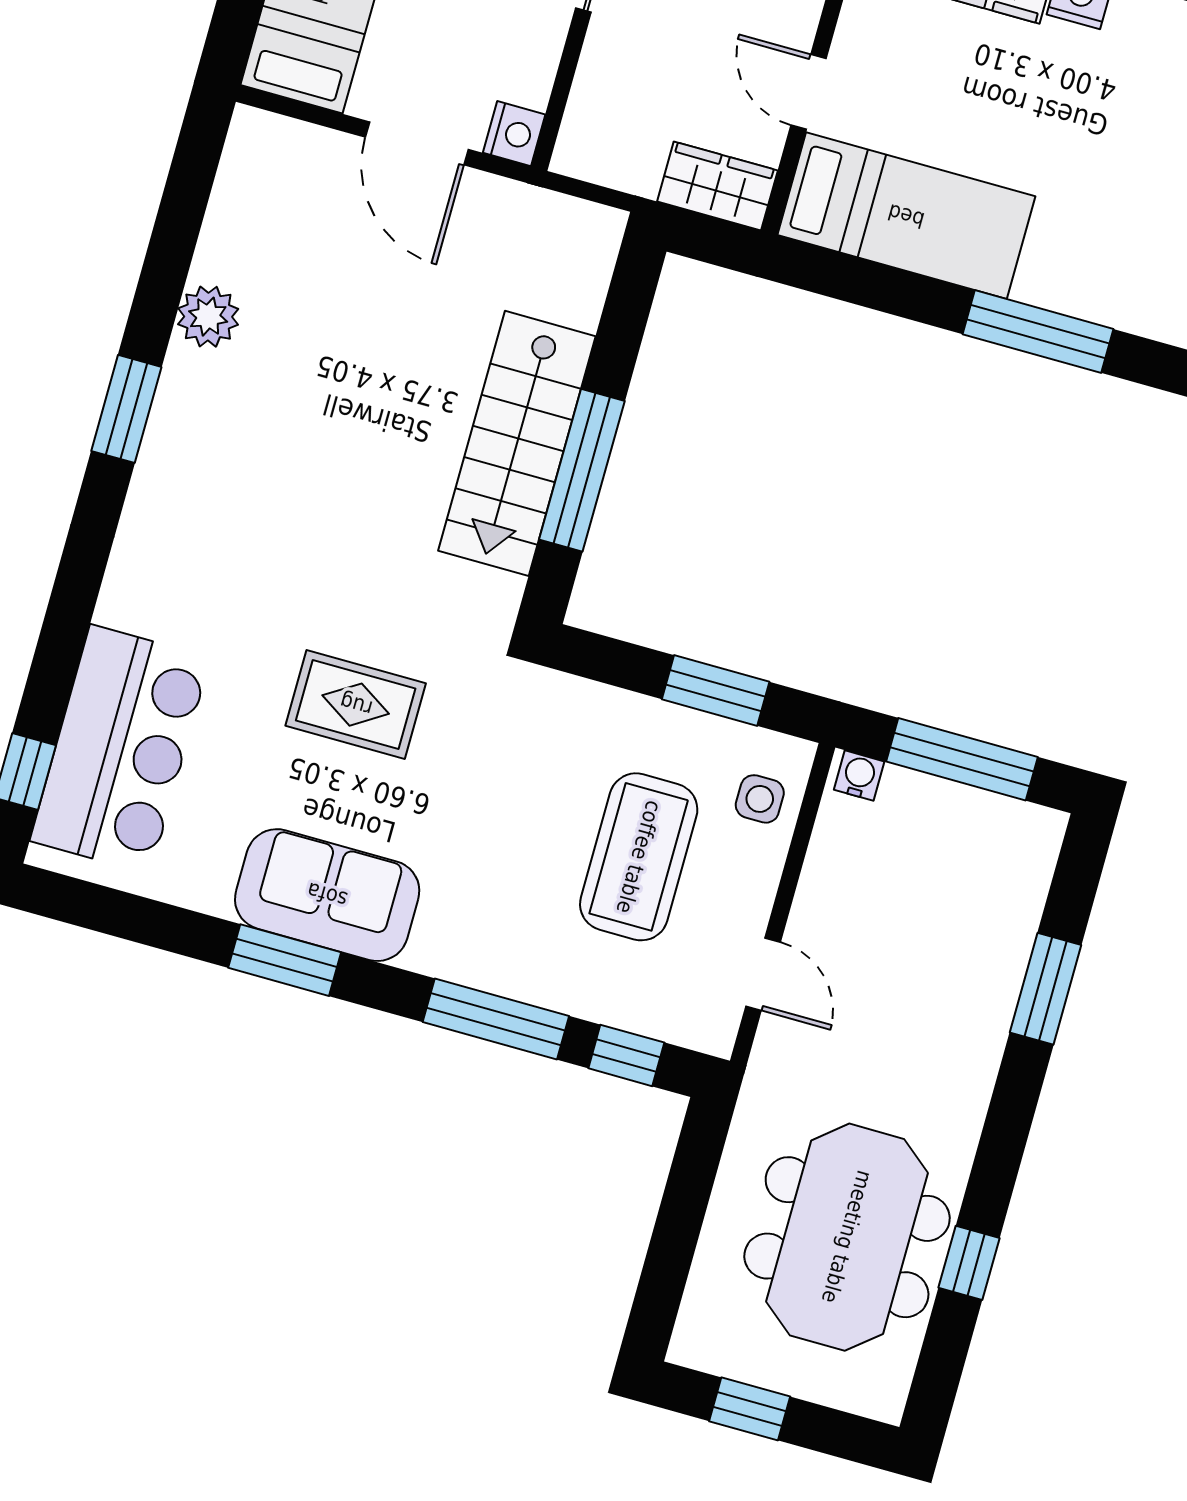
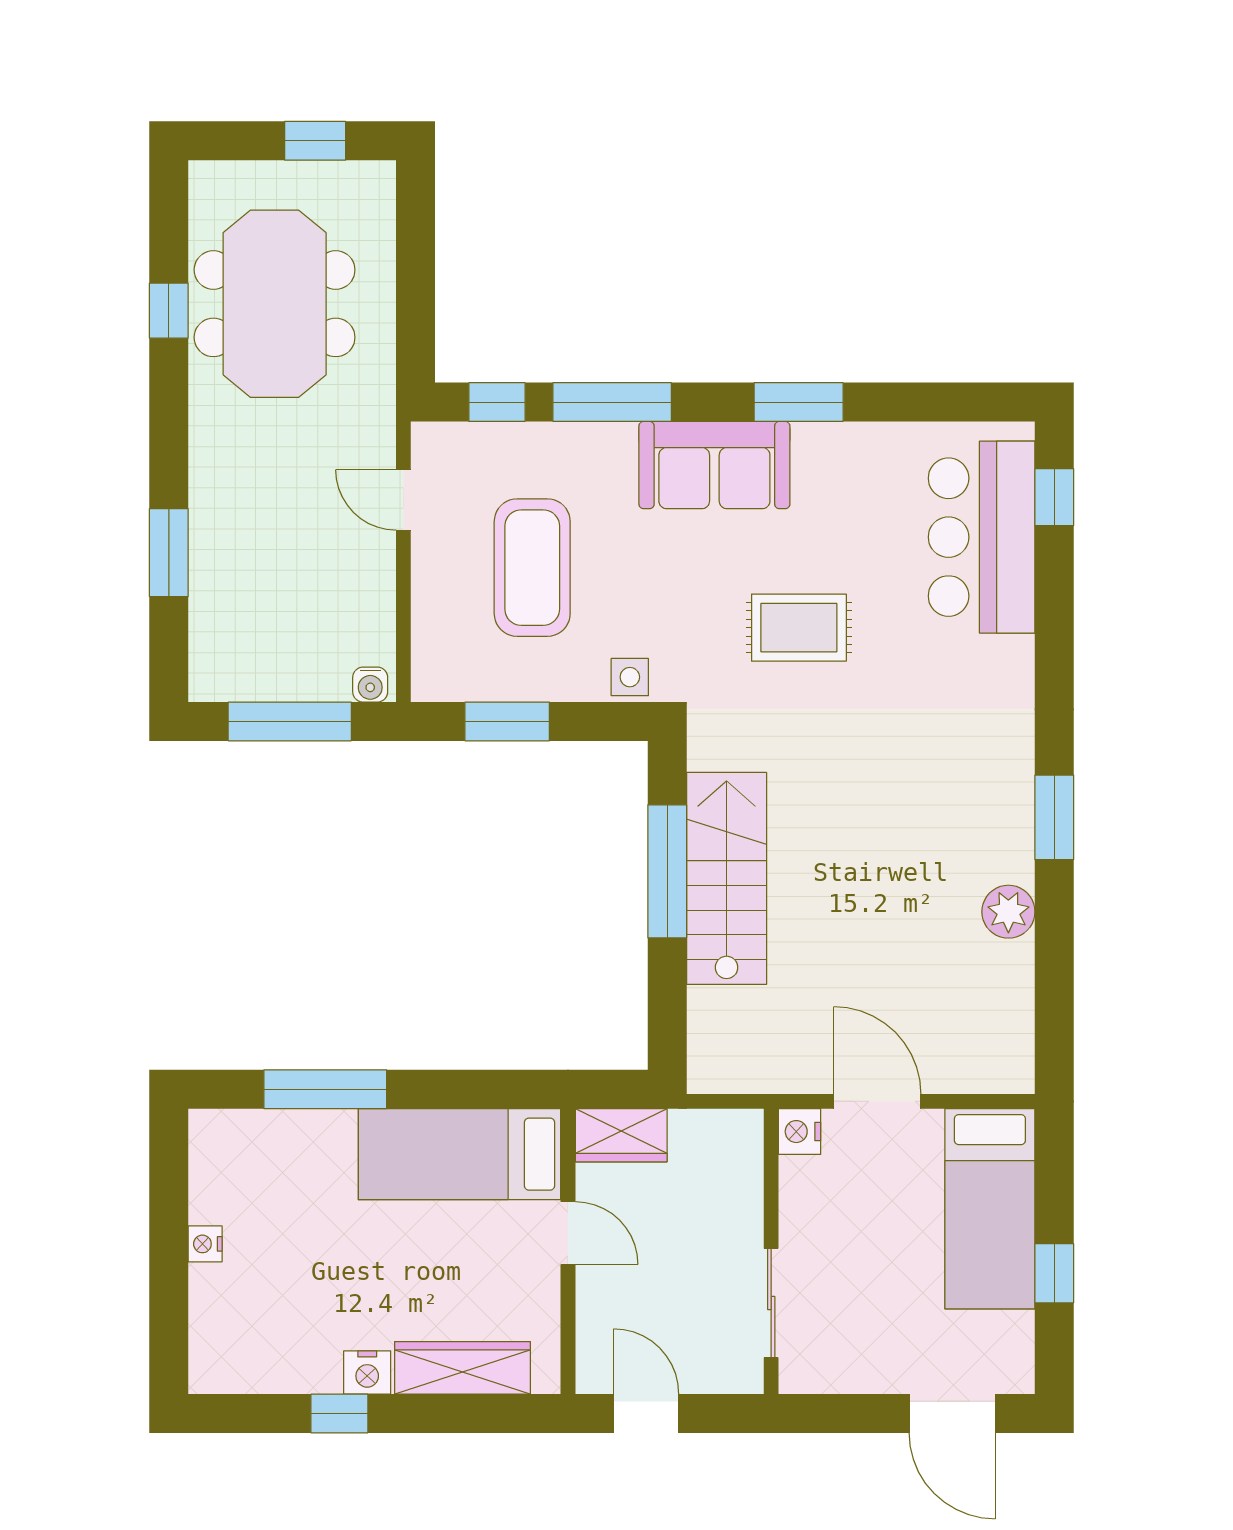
side table: (760, 799) -> (630, 677), moved
sofa: (327, 895) -> (714, 465), moved

